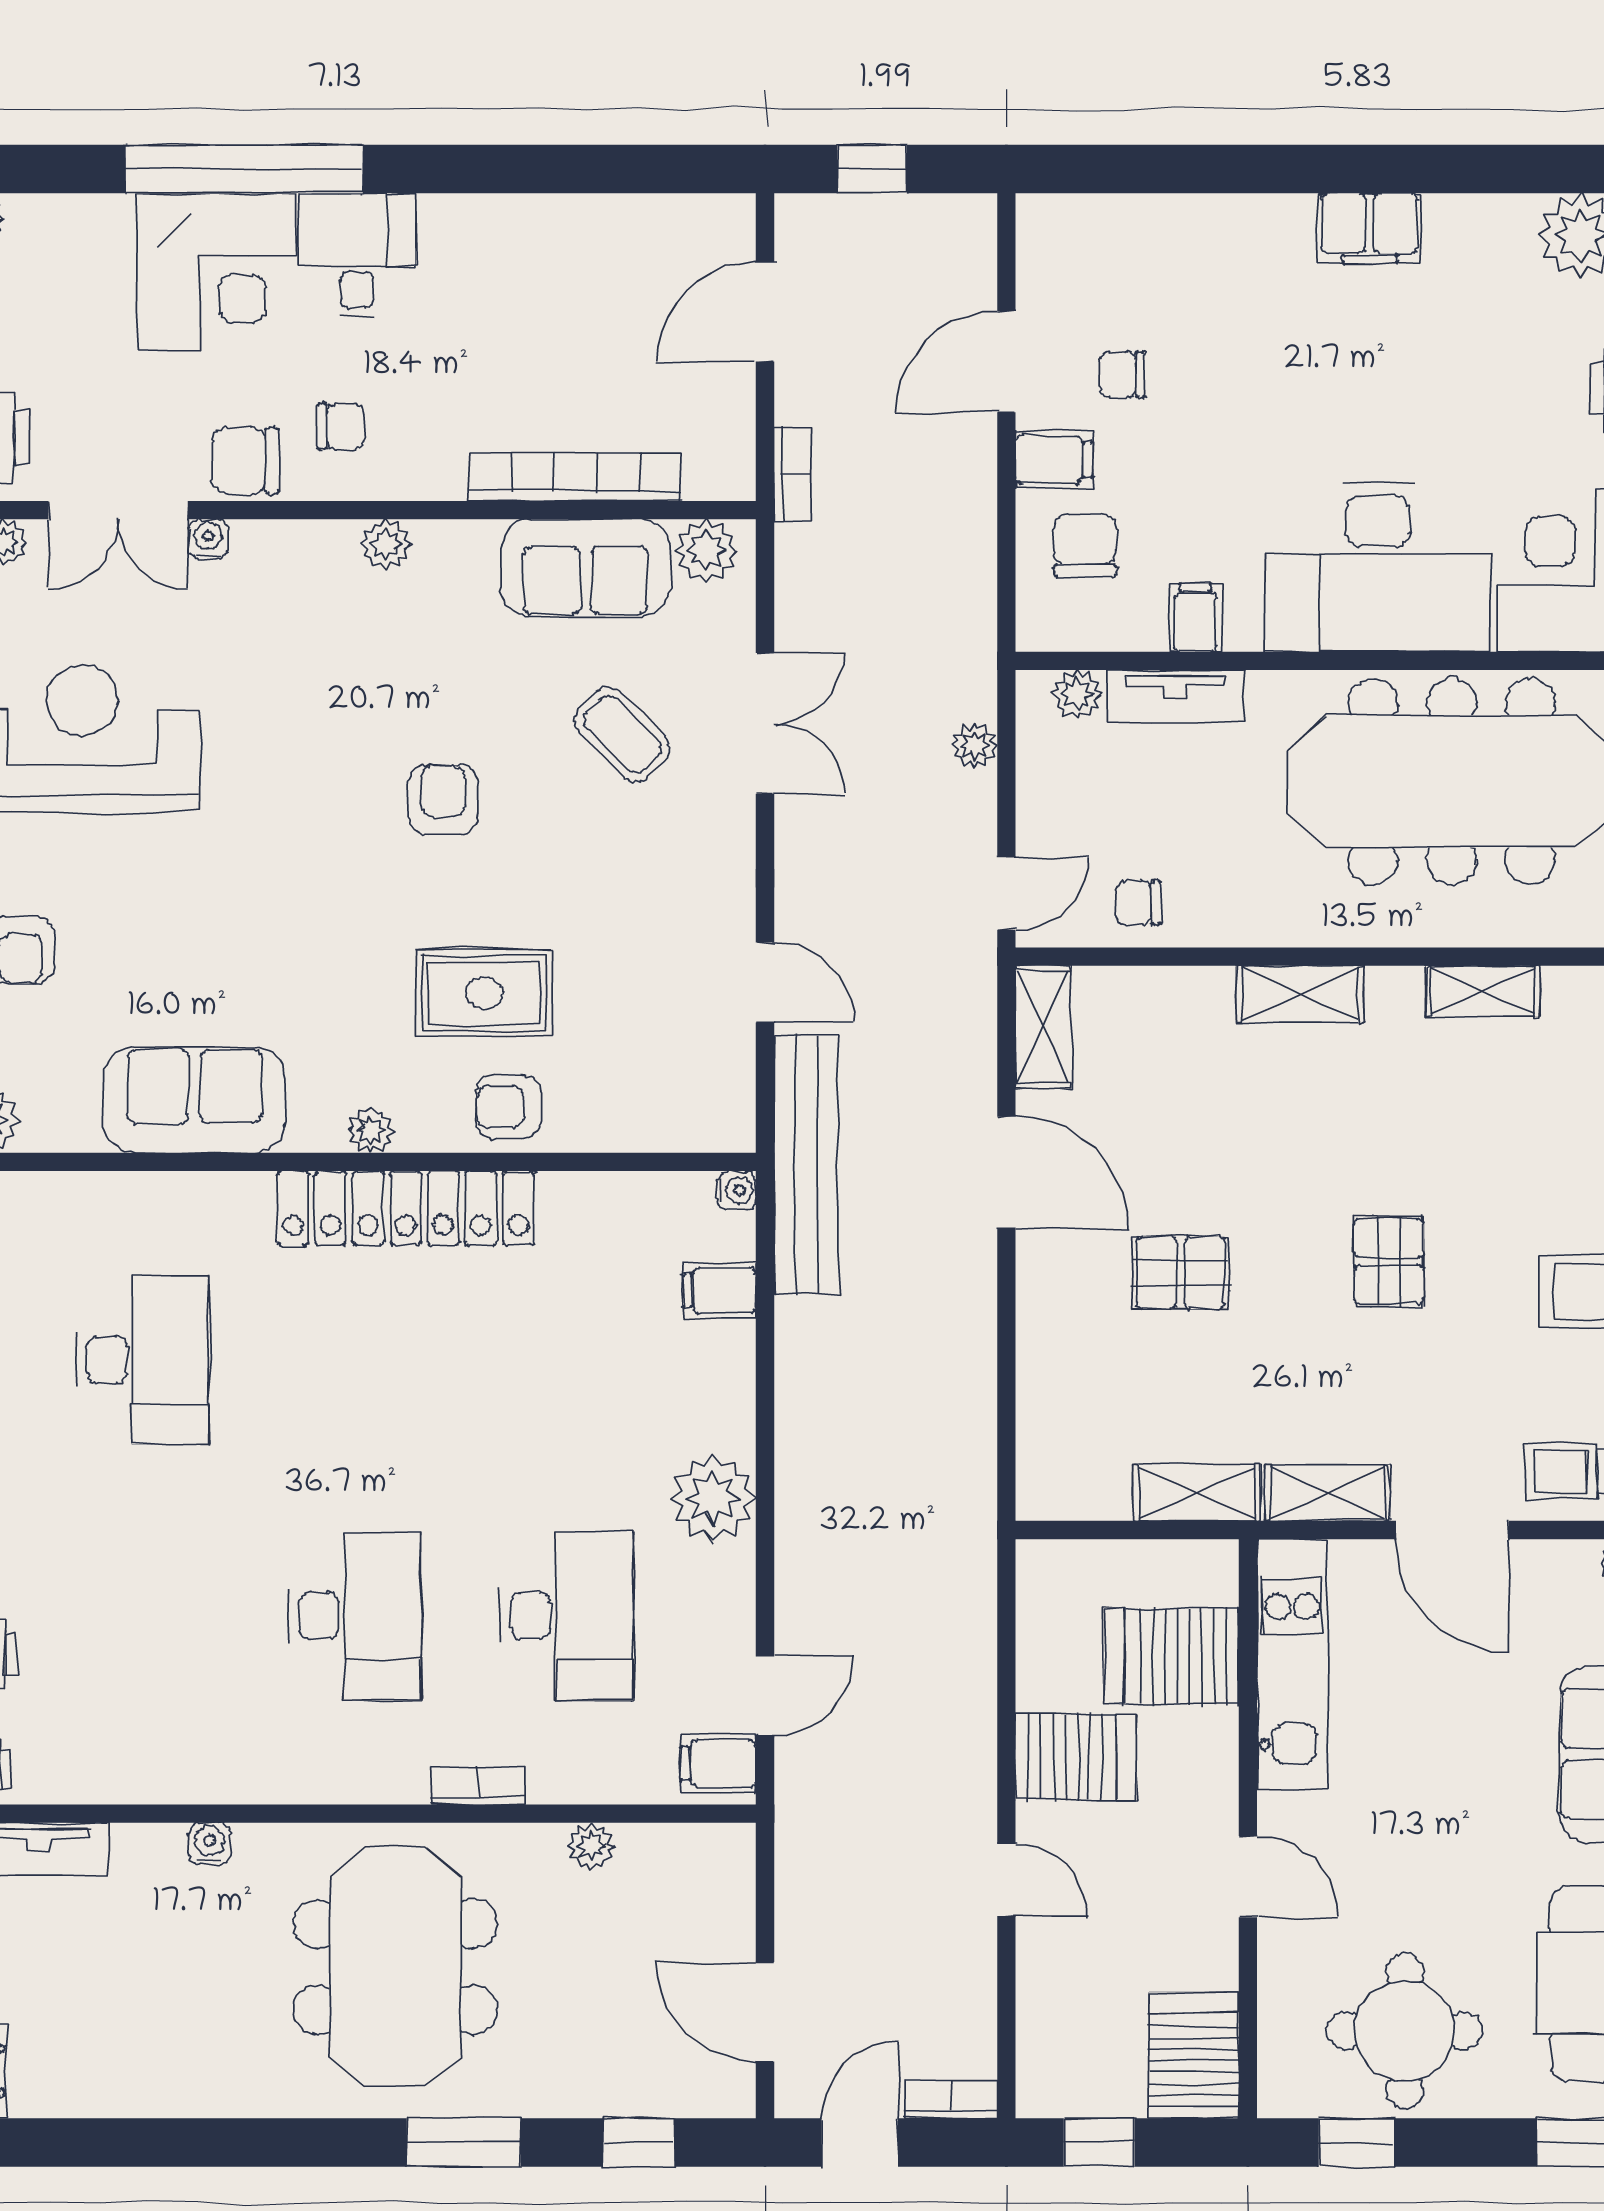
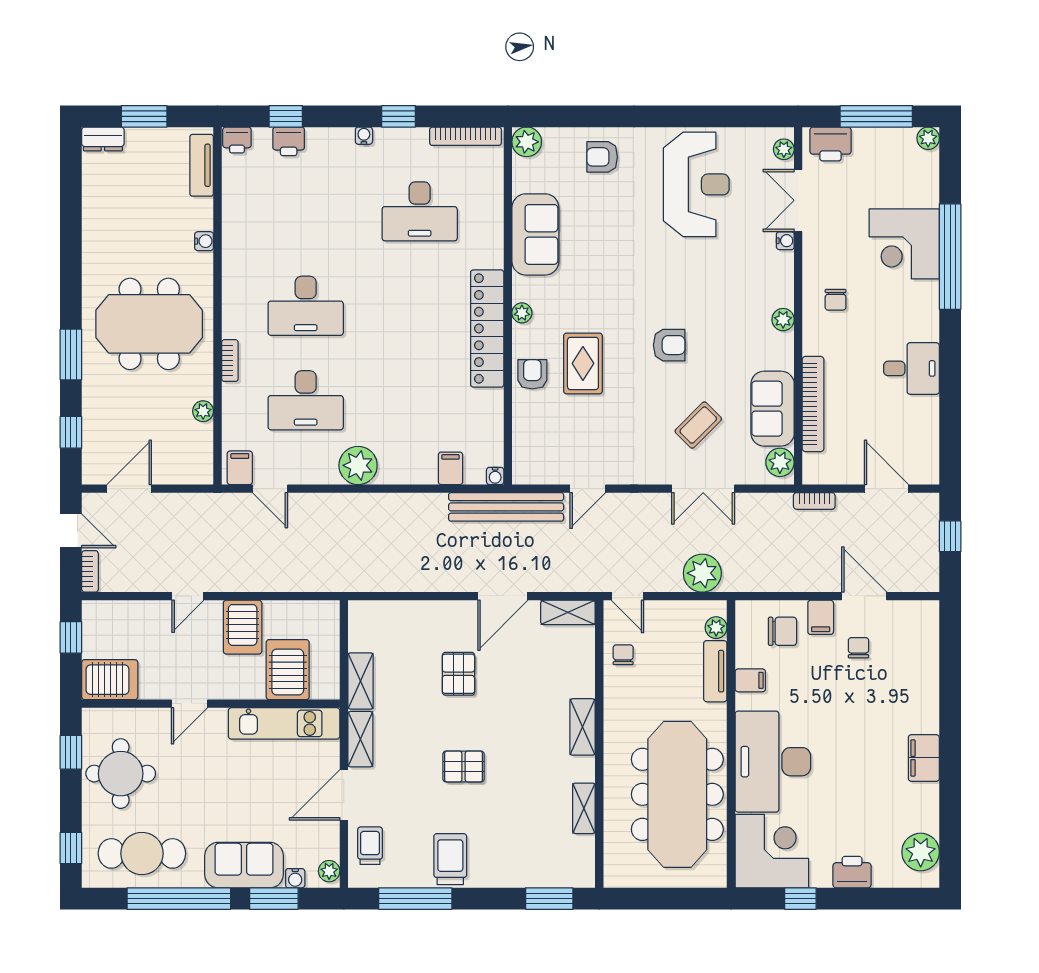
desk: (357, 256) -> (912, 368), moved
chair: (245, 461) -> (820, 257), removed
plant: (975, 745) -> (702, 573), width x1.87, depth x1.87

